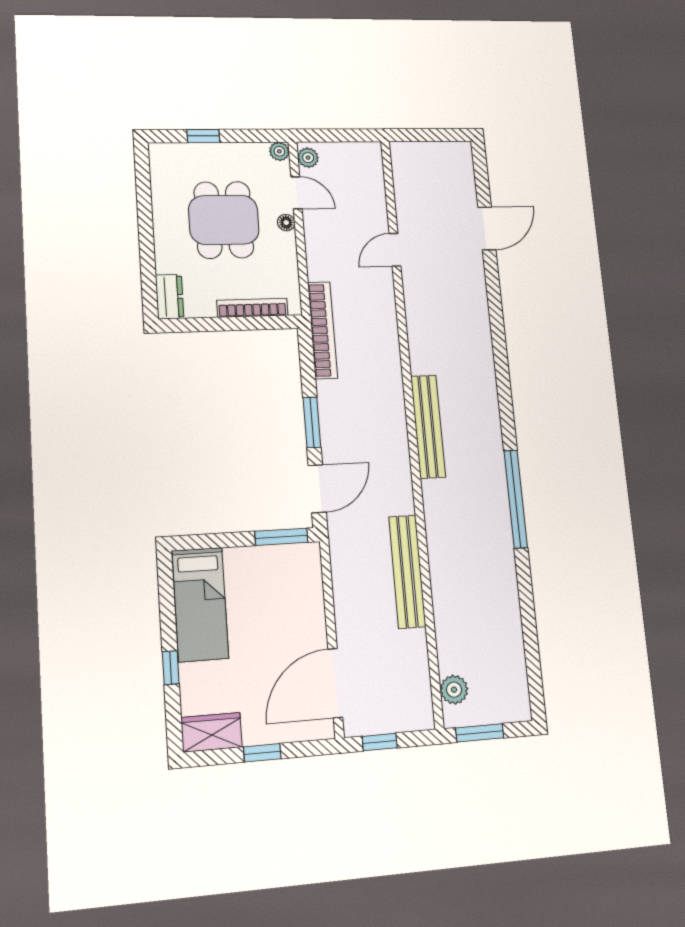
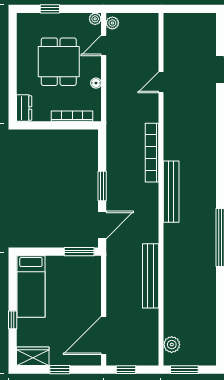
door: (296, 193) -> (104, 45), swing flipped
floor lamp: (286, 223) -> (96, 83), moved
bookcase: (323, 330) -> (152, 153), moved, turned 180

